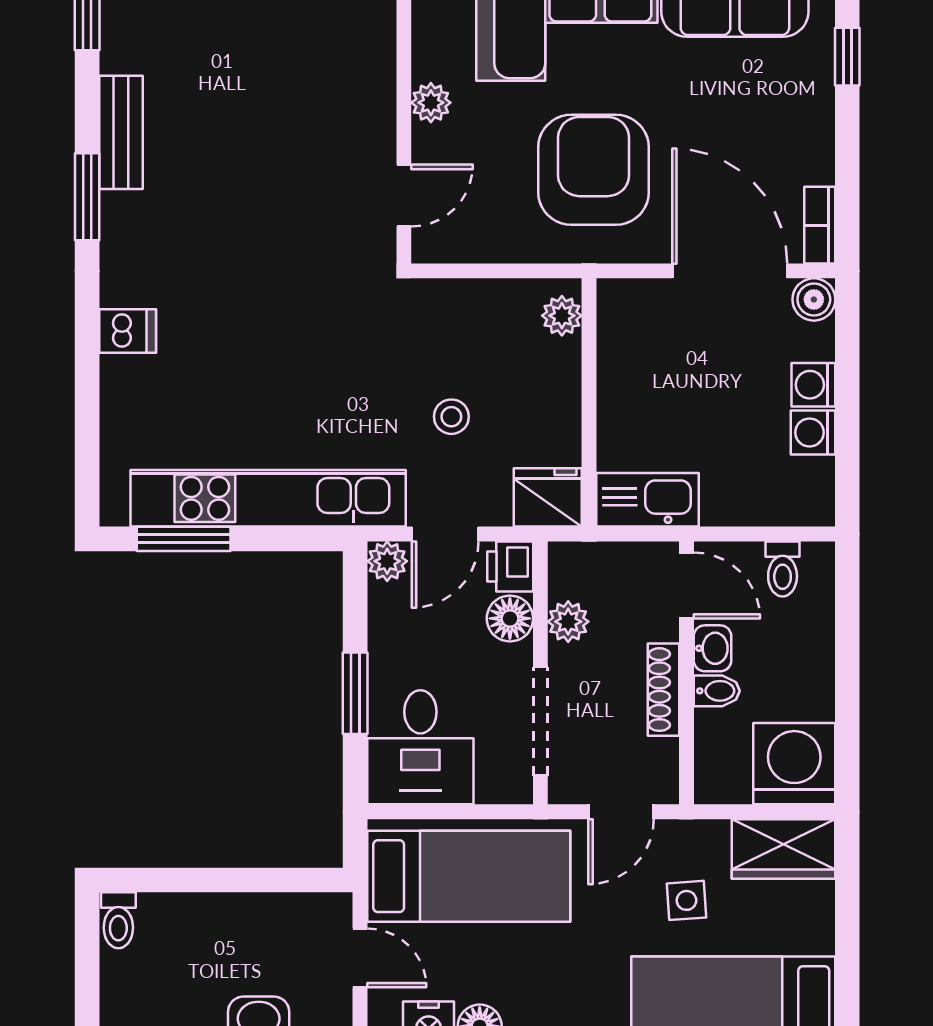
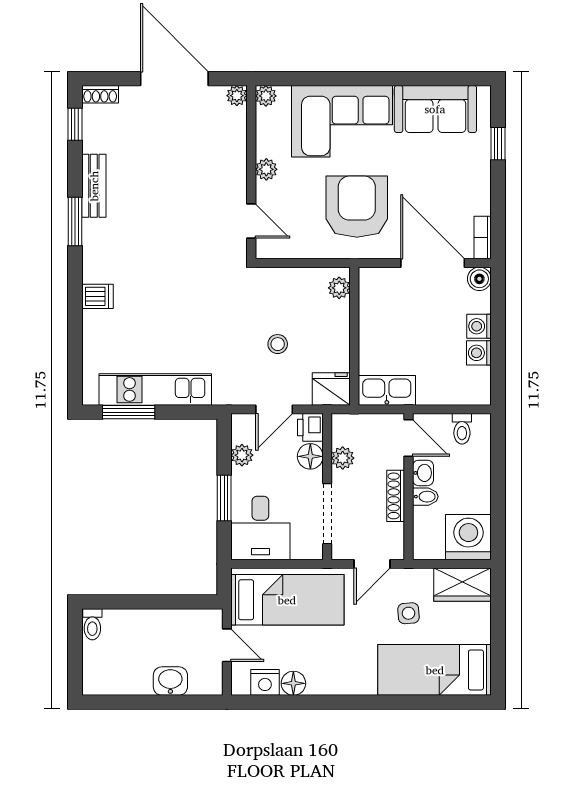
door: (404, 196) -> (251, 221), hinge flipped
kitchen unit: (268, 498) -> (155, 389), width x0.73
plant: (387, 561) -> (242, 455), moved

